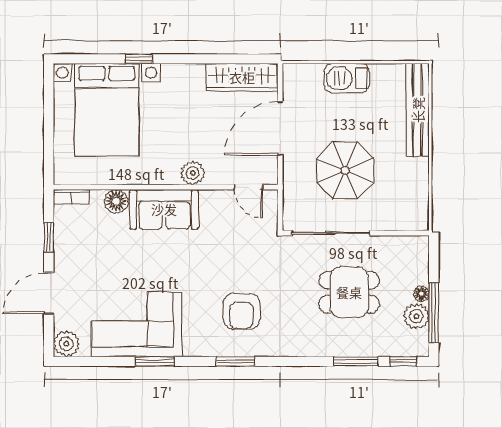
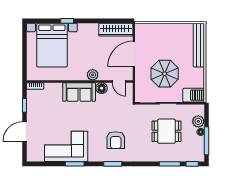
barbecue: (347, 78) -> (194, 95), moved, turned 180
floor lamp: (116, 201) -> (102, 88), moved
plant: (416, 316) -> (198, 121), moved
plant: (66, 344) -> (33, 156), removed

